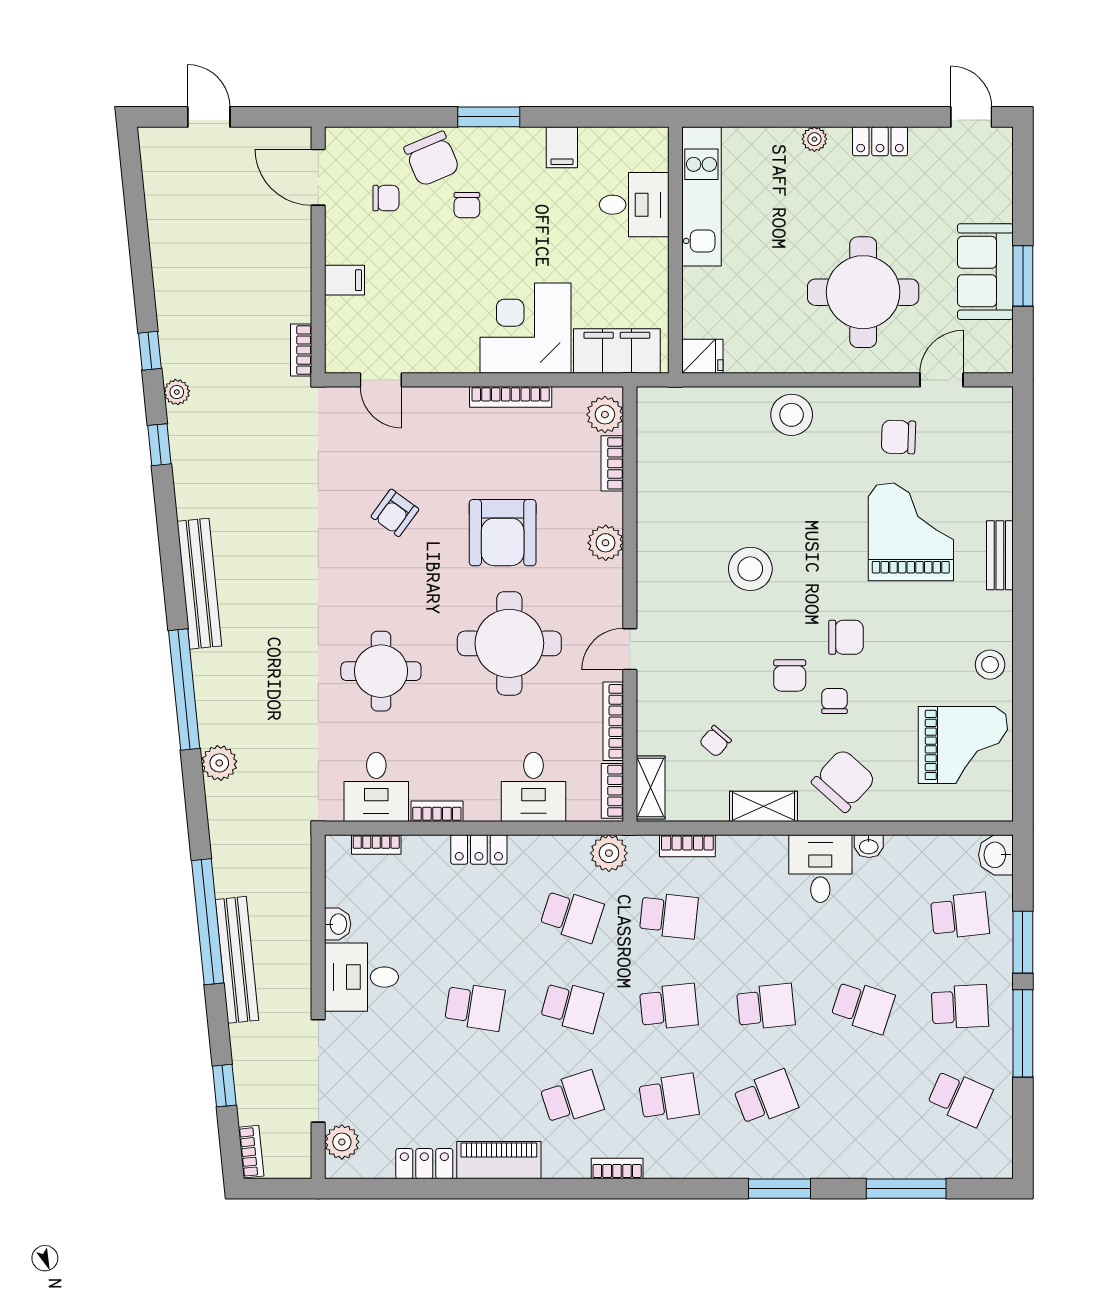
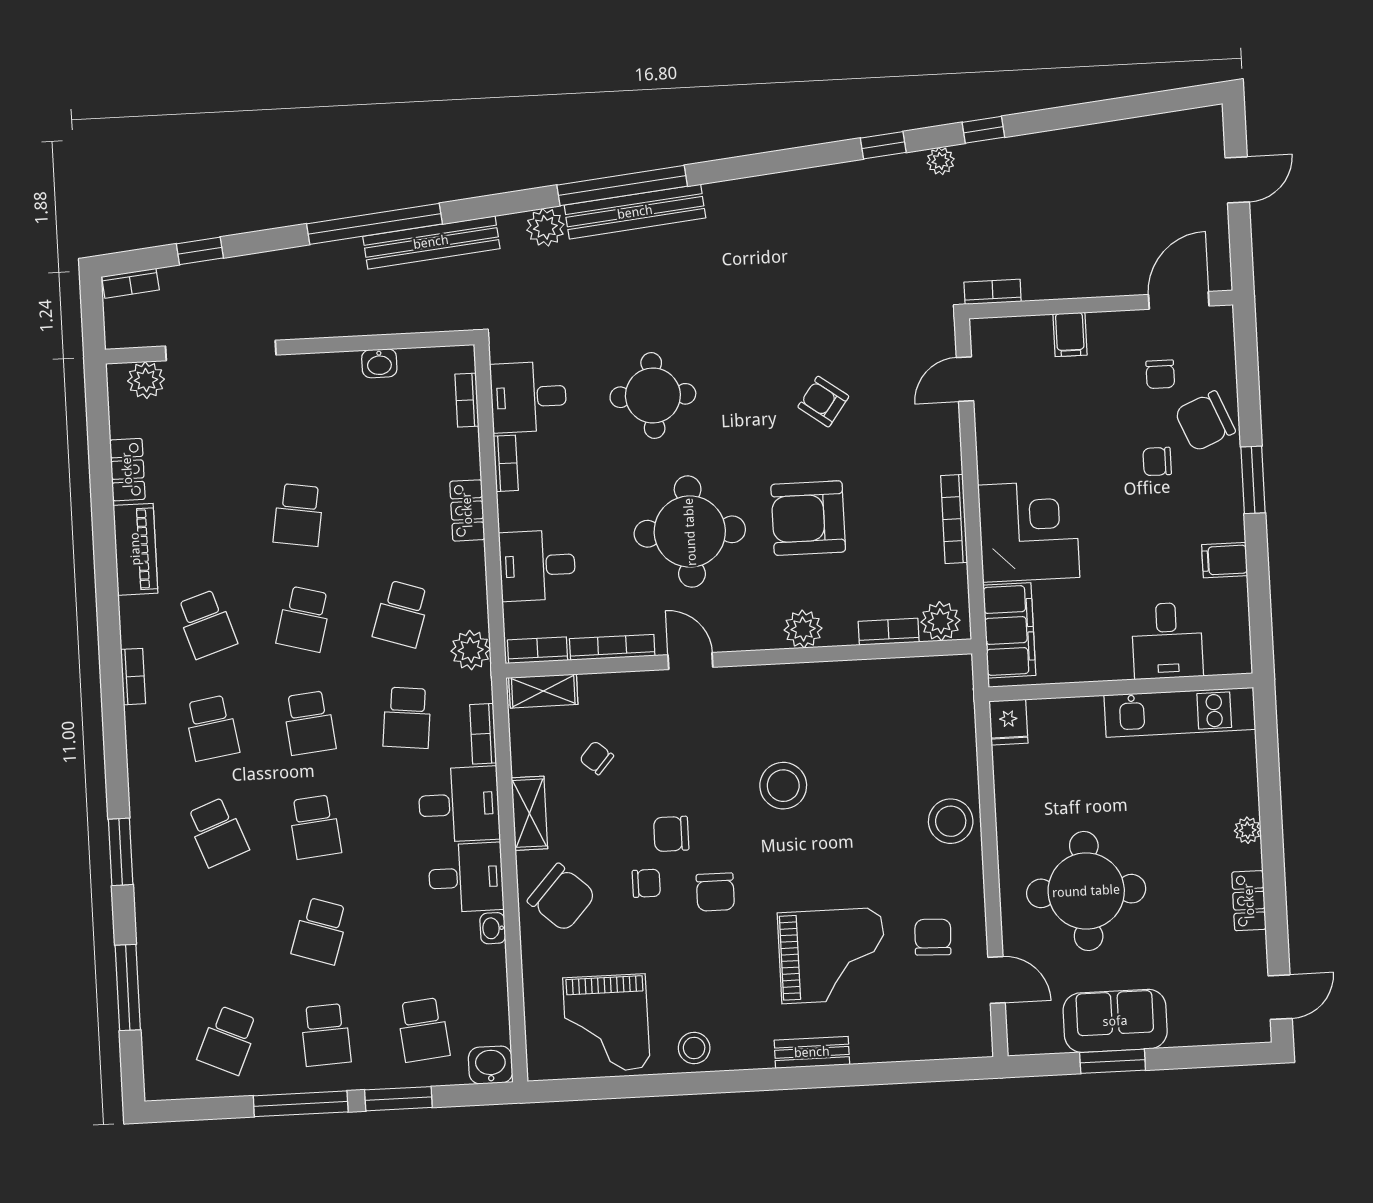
bench: (199, 584) -> (635, 212), moved
bench: (237, 960) -> (431, 242), moved
desk: (361, 977) -> (459, 804), moved, turned 90

